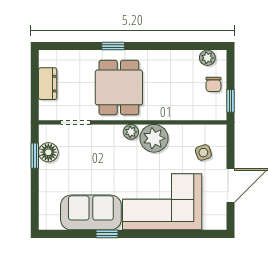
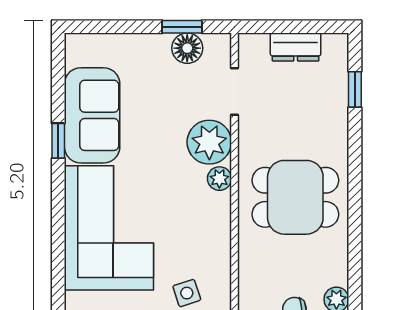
window: (113, 46) -> (355, 89), moved
dining table: (119, 87) -> (295, 197), moved
plant: (154, 138) -> (209, 142), moved

